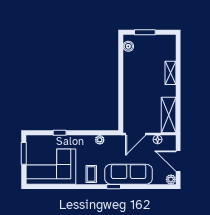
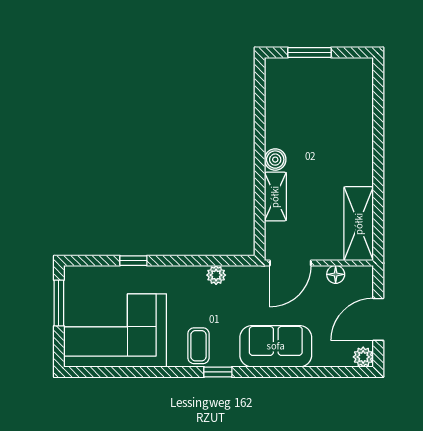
boiler: (128, 46) -> (275, 160), moved
shelving: (170, 73) -> (275, 197), moved
door: (178, 161) -> (378, 319), hinge flipped
sofa: (129, 174) -> (276, 346), width x0.73
window: (114, 187) -> (218, 372), moved

